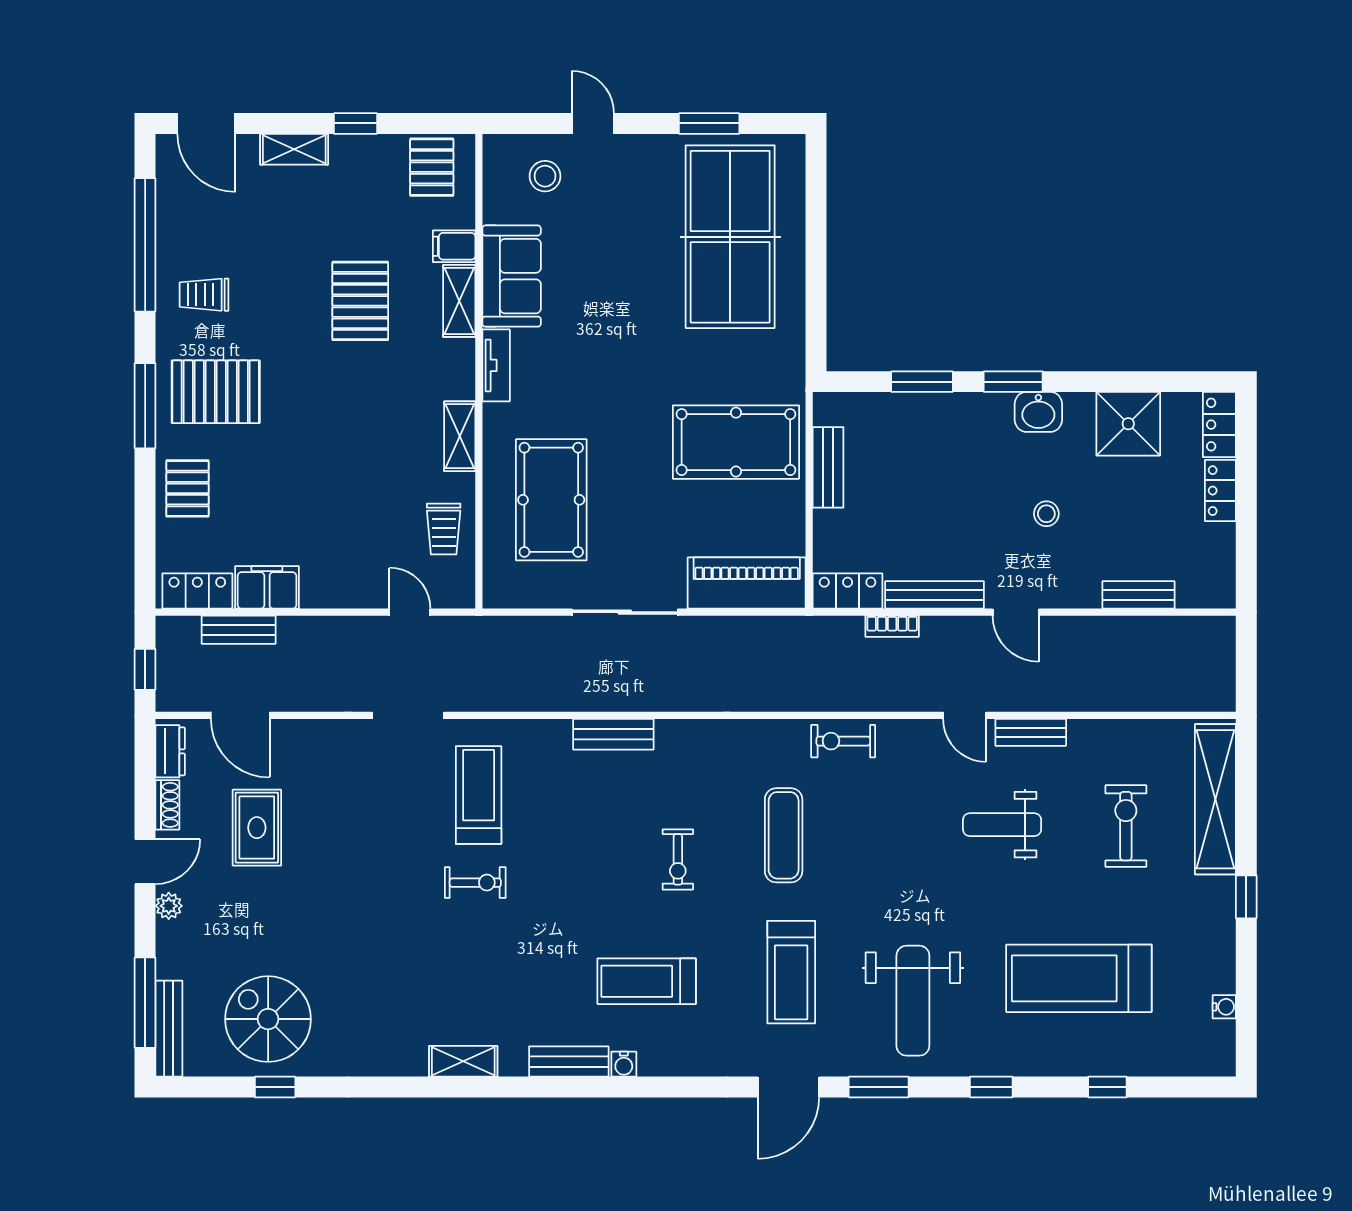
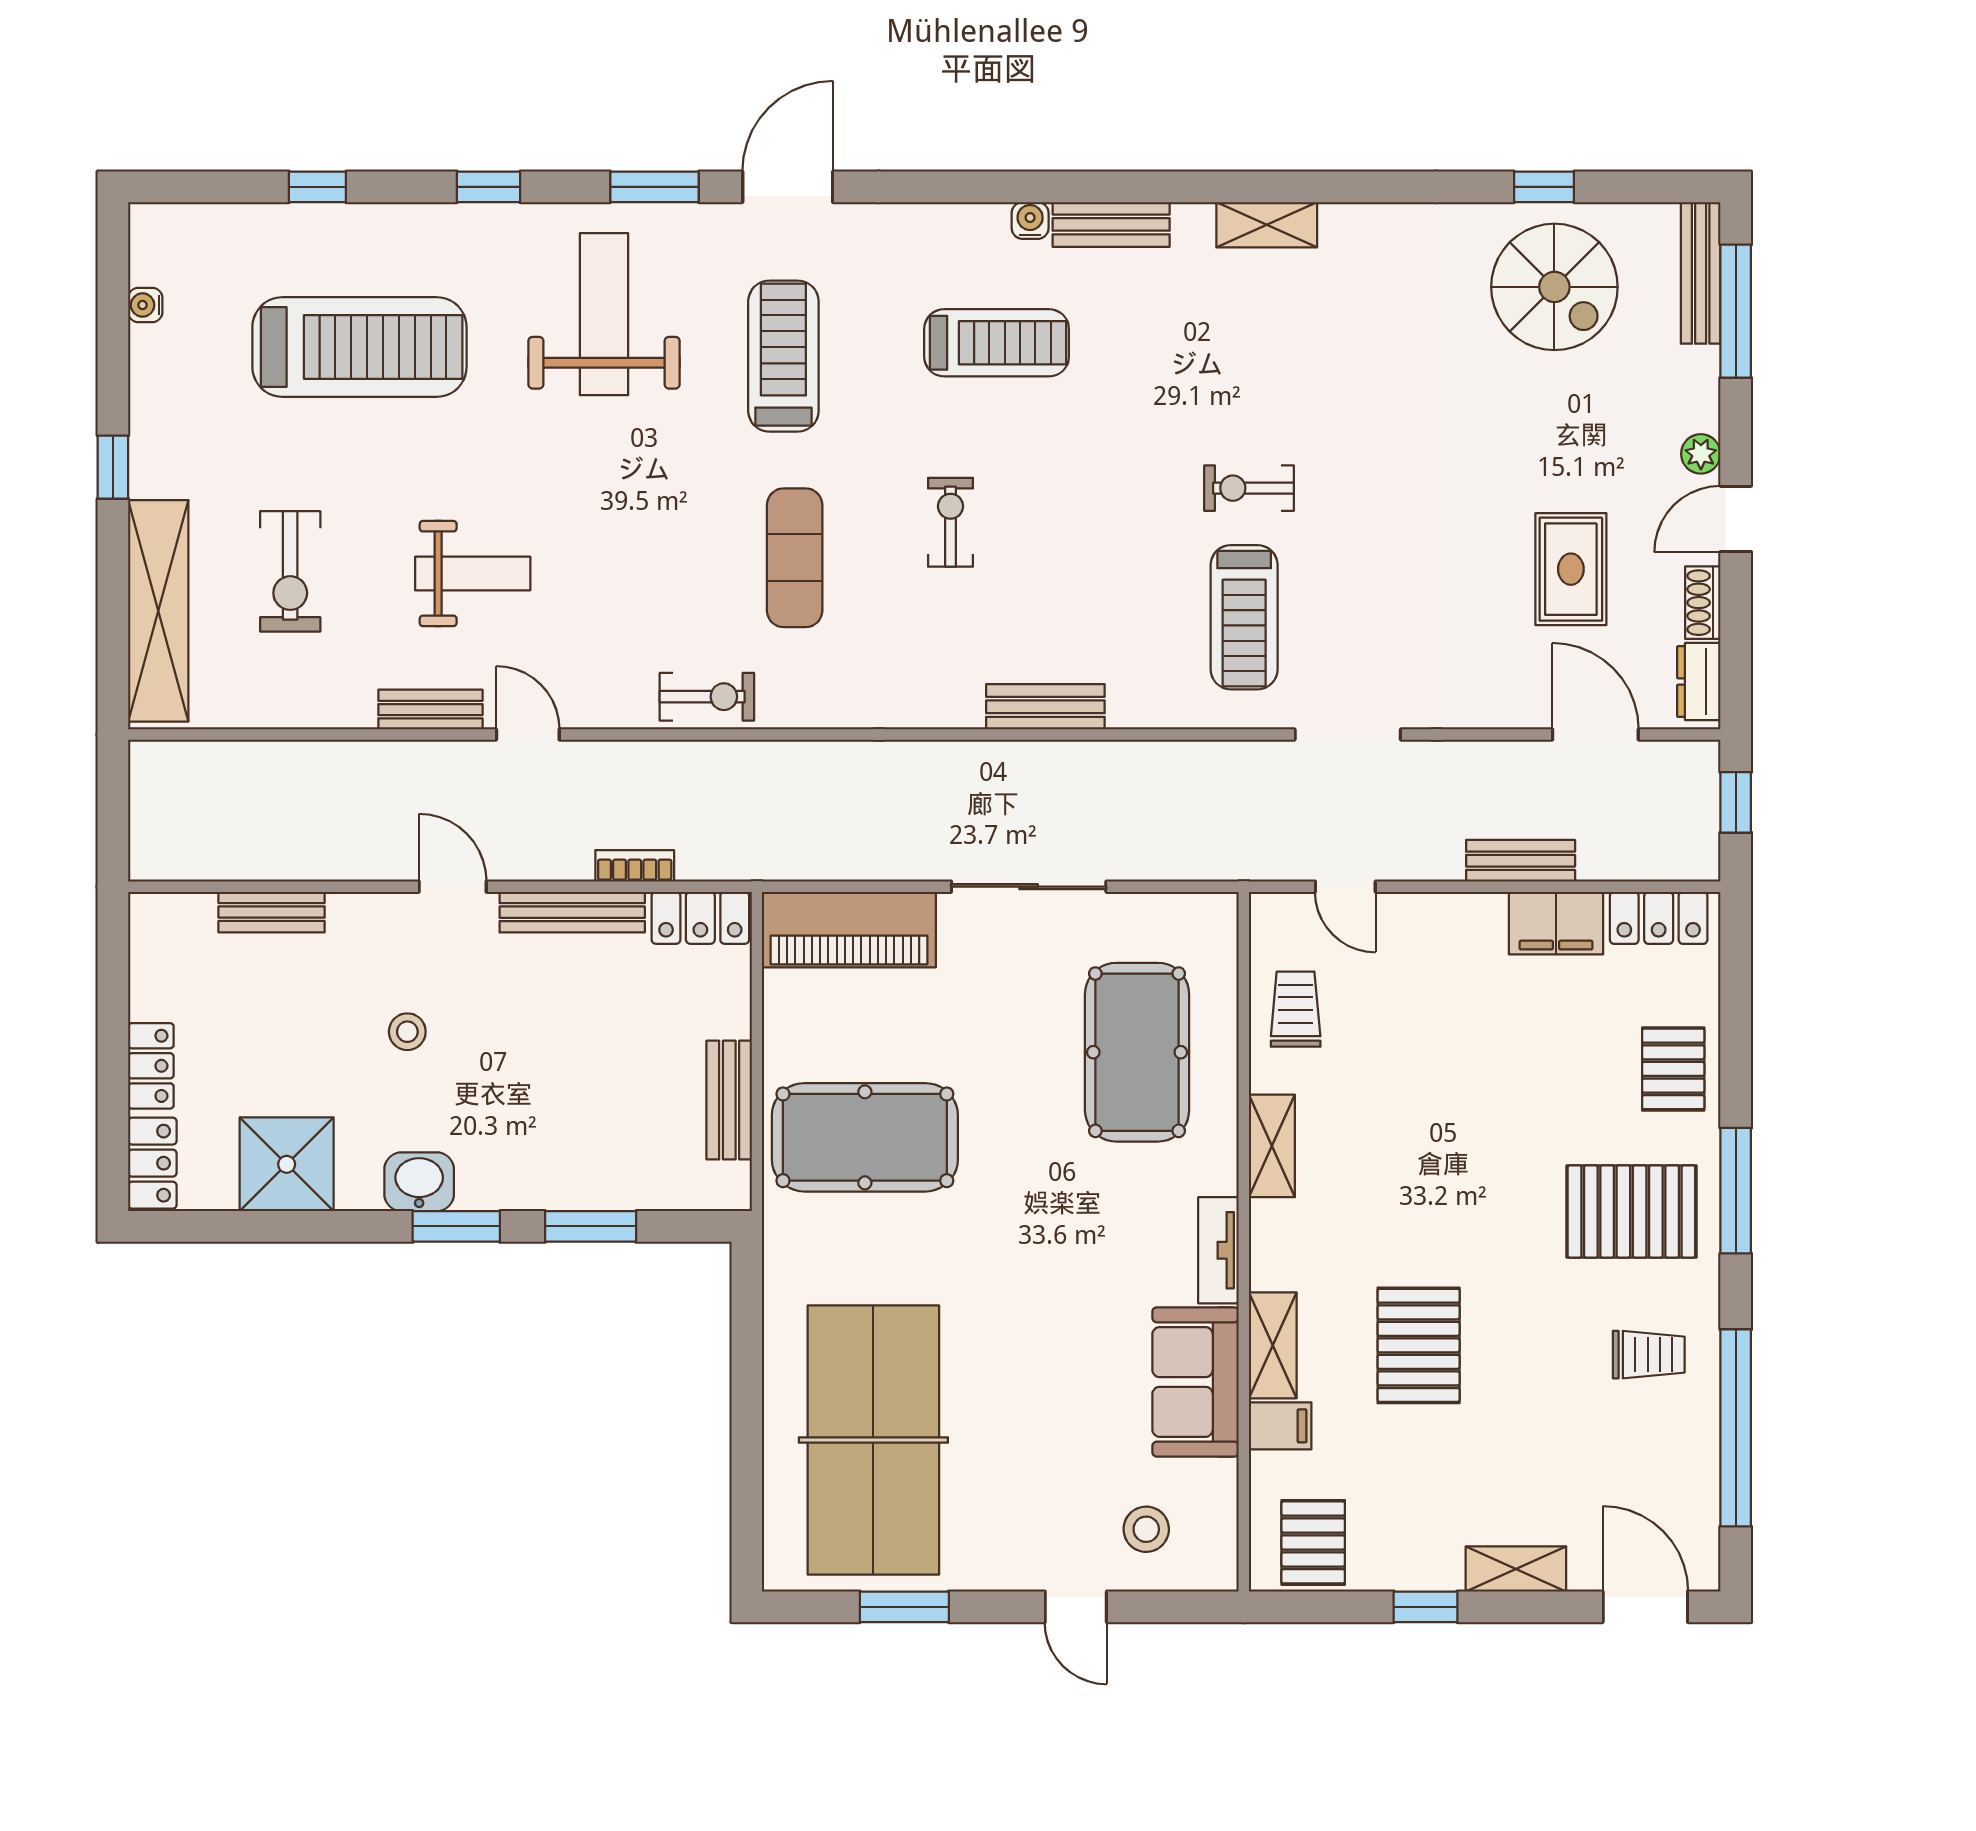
bench: (239, 630) -> (1521, 861), moved

